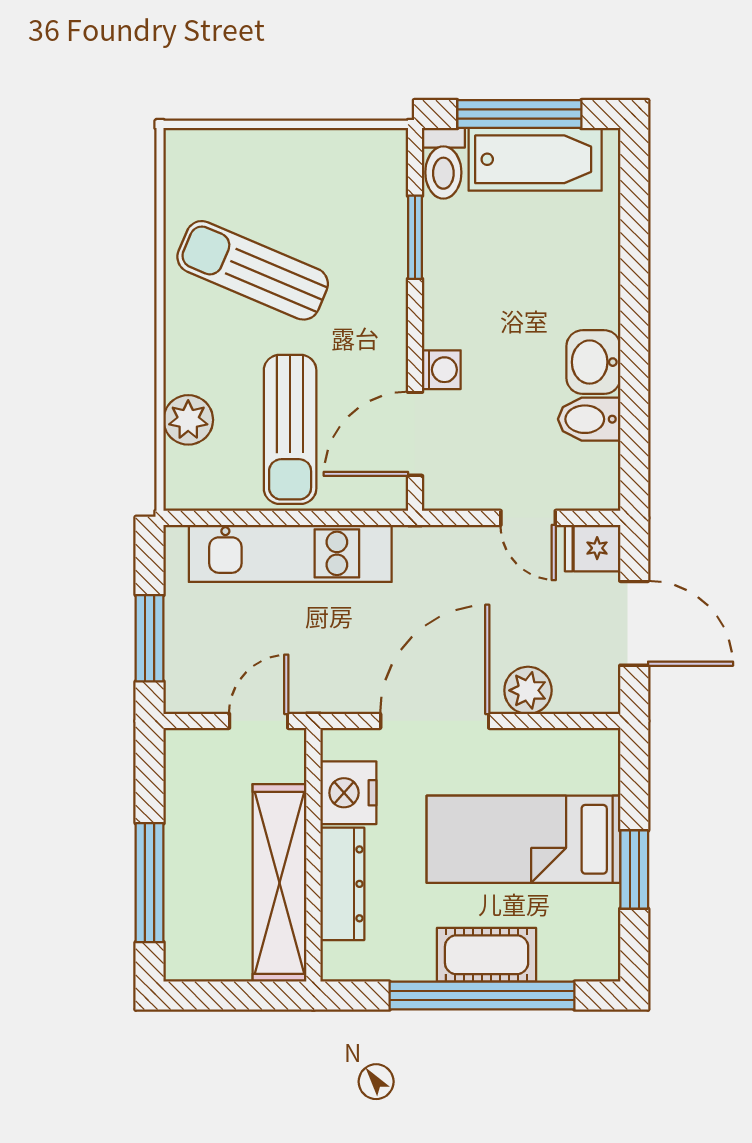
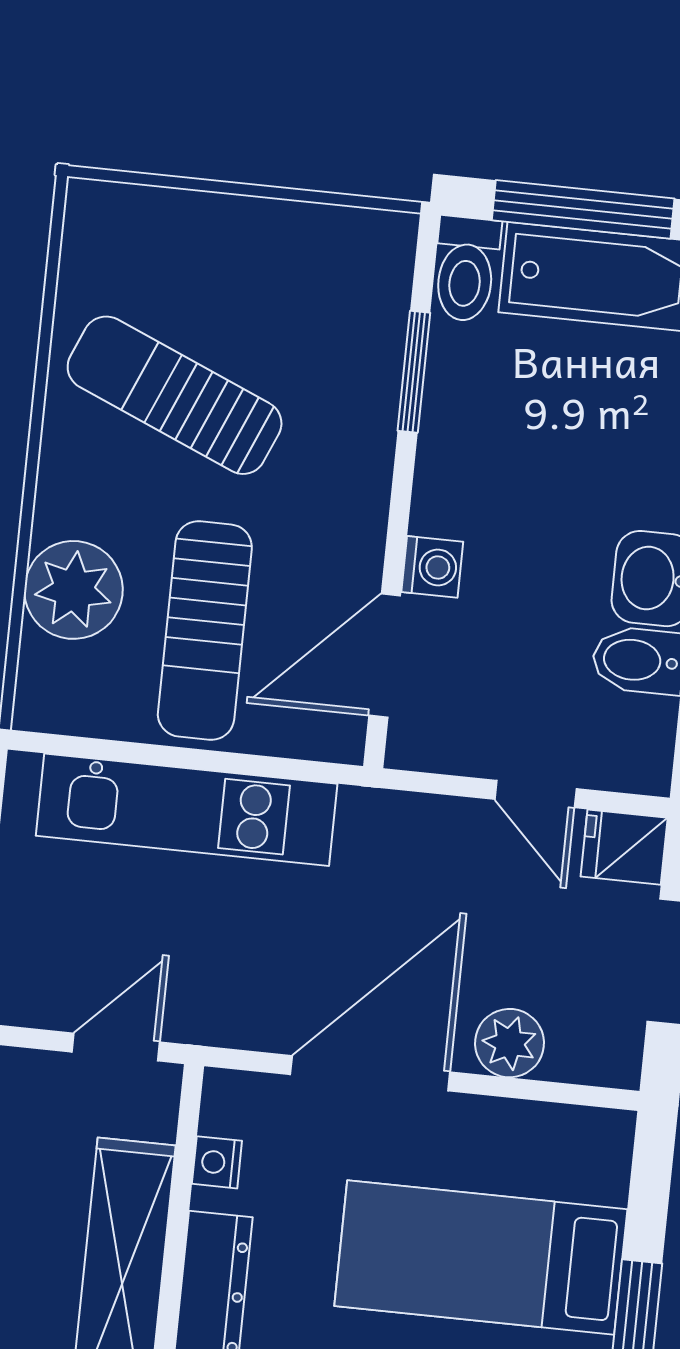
plant: (188, 420) -> (74, 590), width x1.36, depth x1.36
nightstand: (348, 793) -> (217, 1162), width x0.53, depth x0.56

